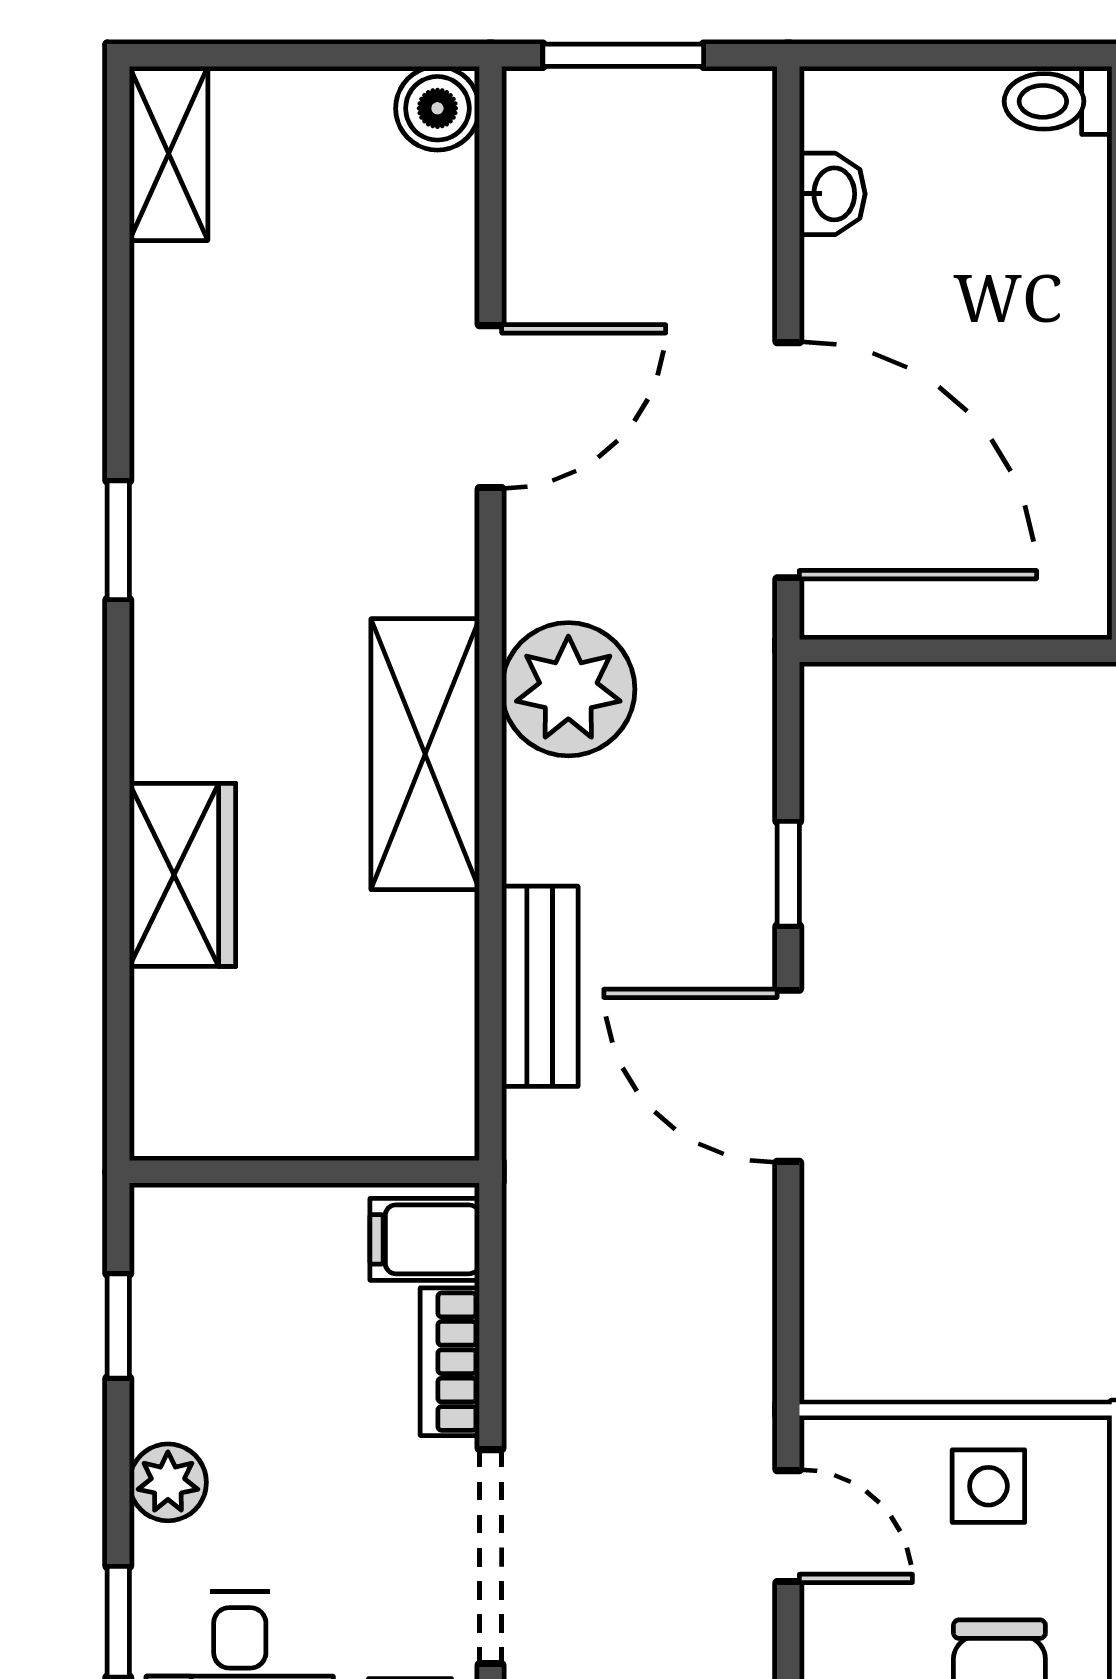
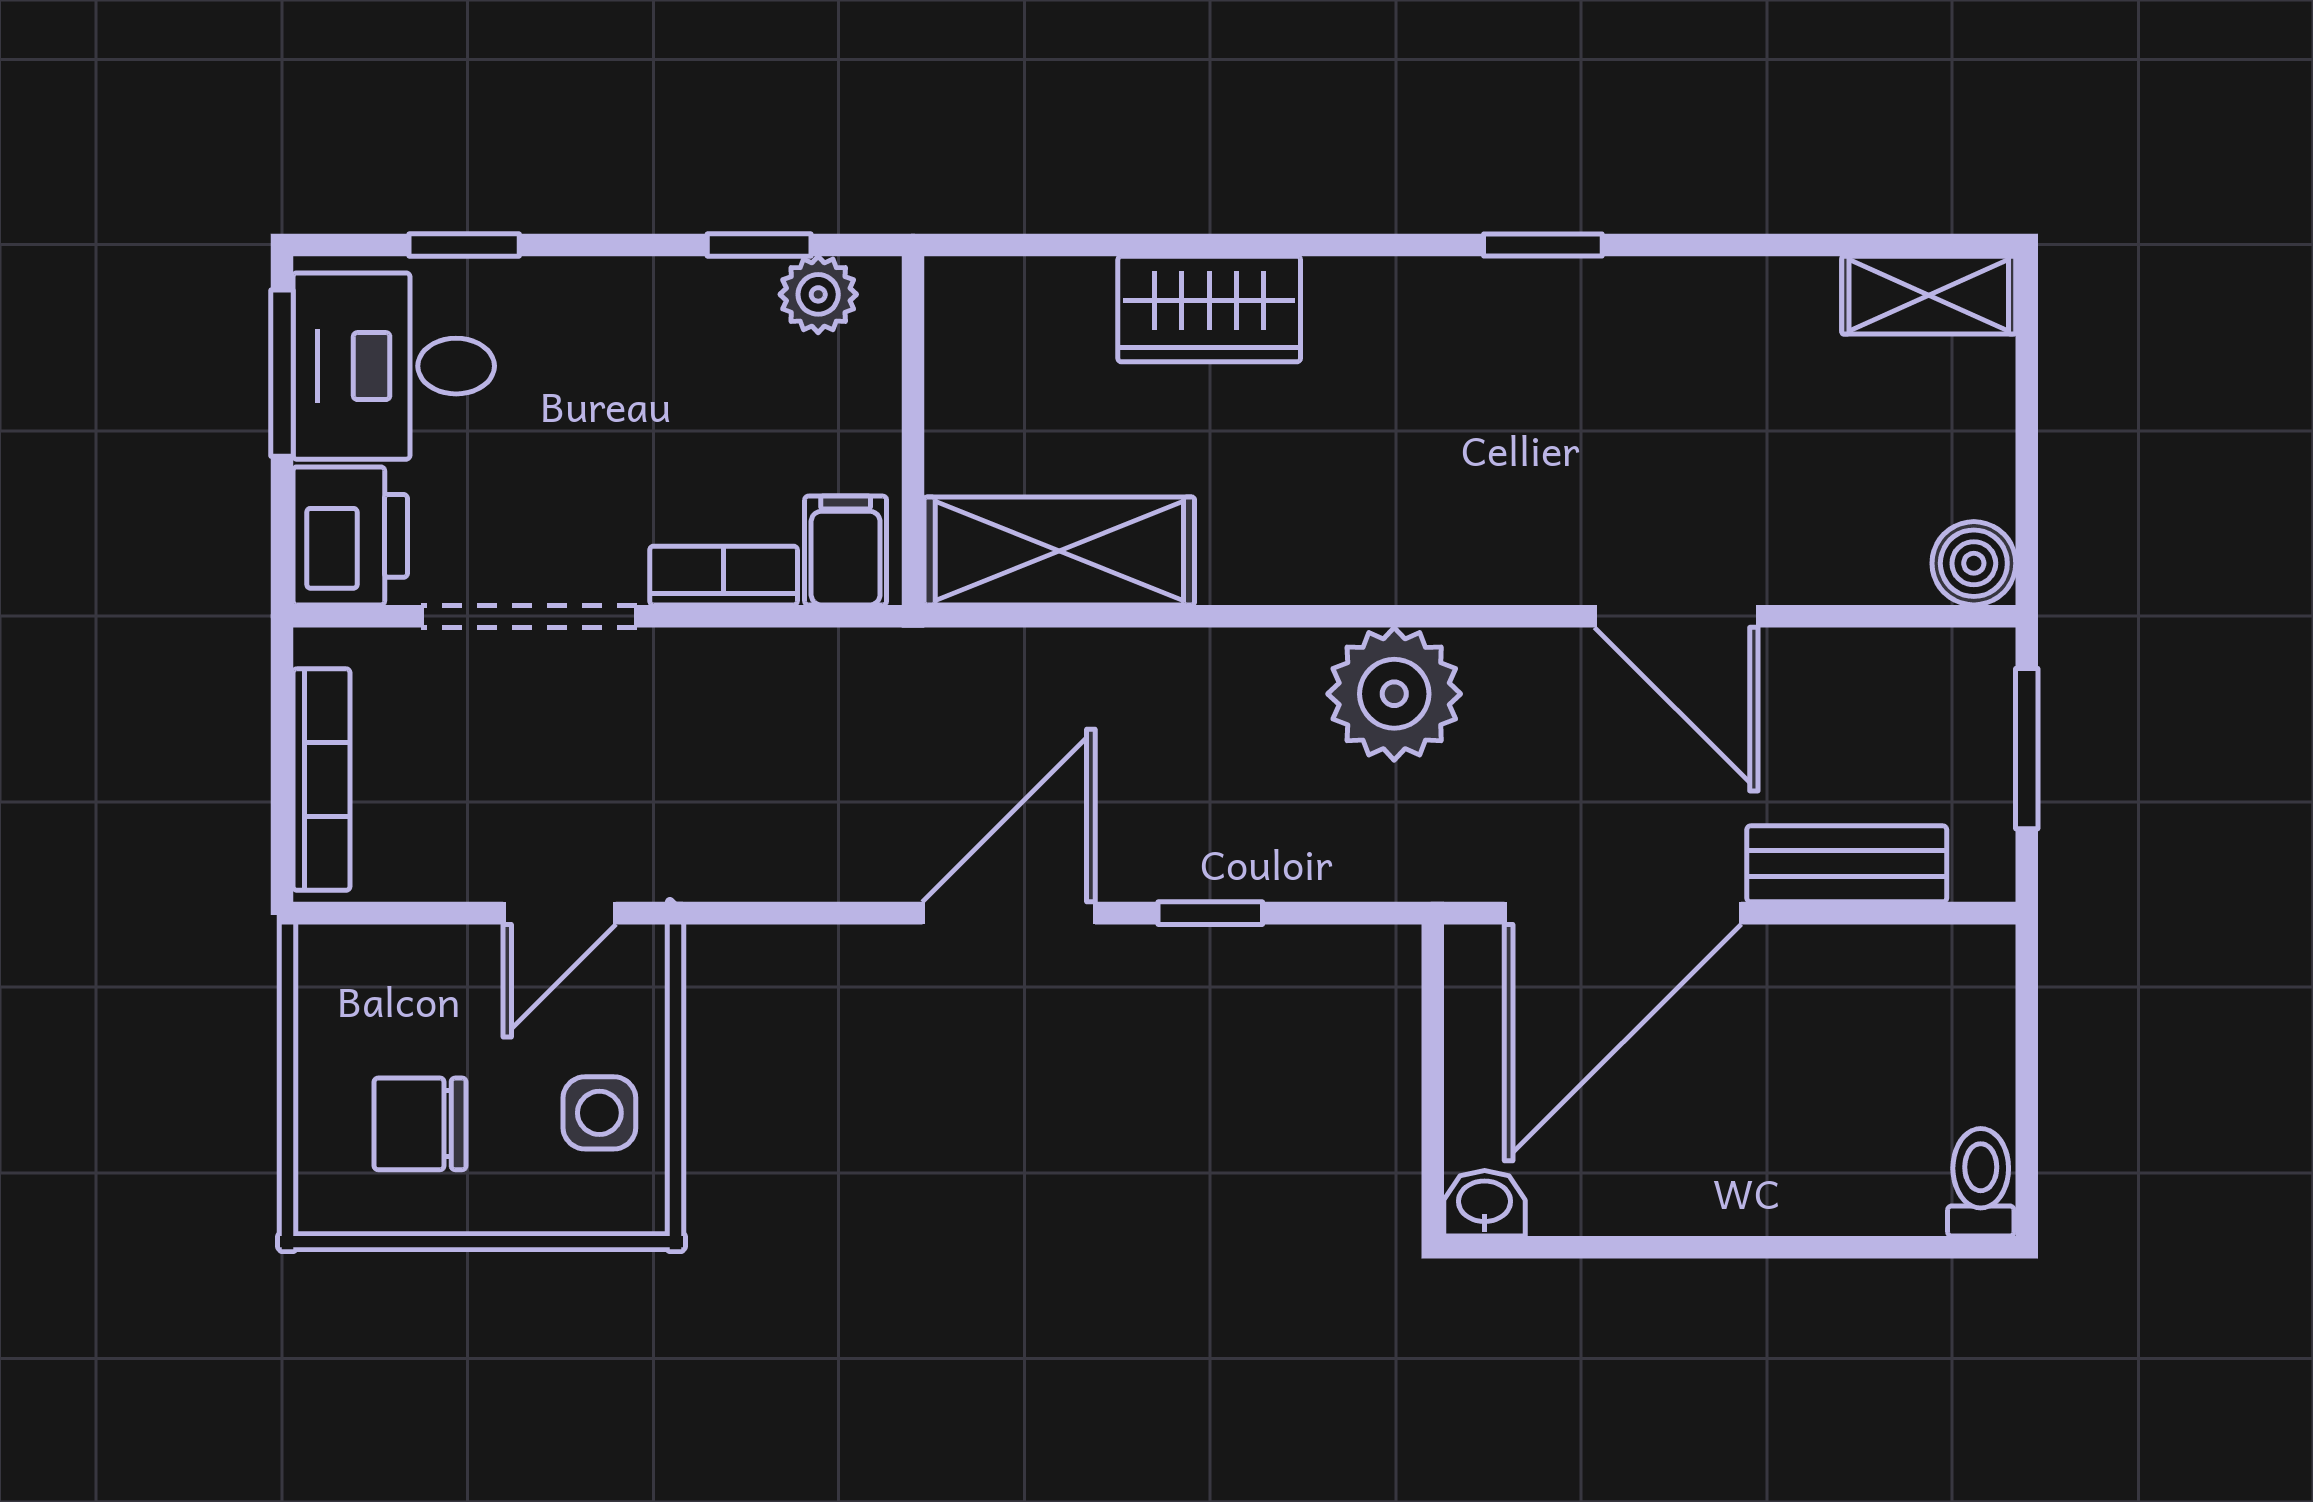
washbasin: (832, 194) -> (1485, 1203), moved, turned 180
shelving: (425, 754) -> (1059, 551), moved
bench: (540, 986) -> (1847, 864), moved
plant: (168, 1482) -> (818, 294), moved

